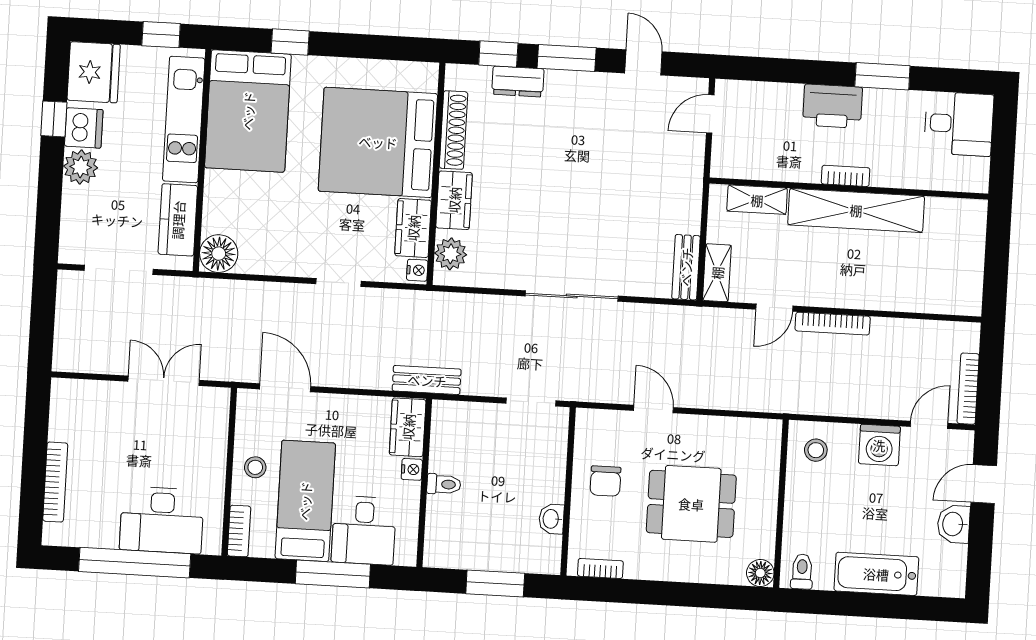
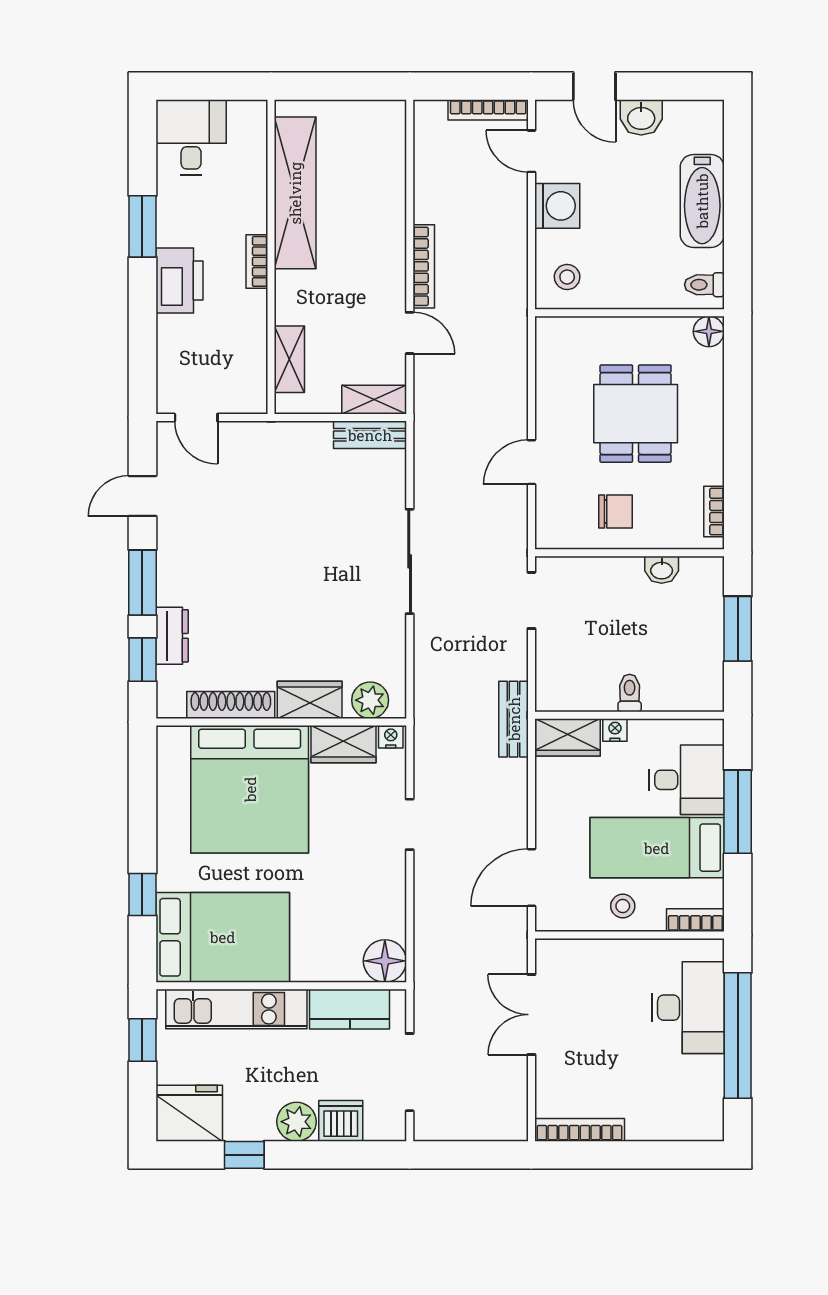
dishwasher: (84, 128) -> (341, 1121), moved
shelving: (856, 210) -> (295, 193), moved
bookcase: (55, 482) -> (580, 1130), moved

